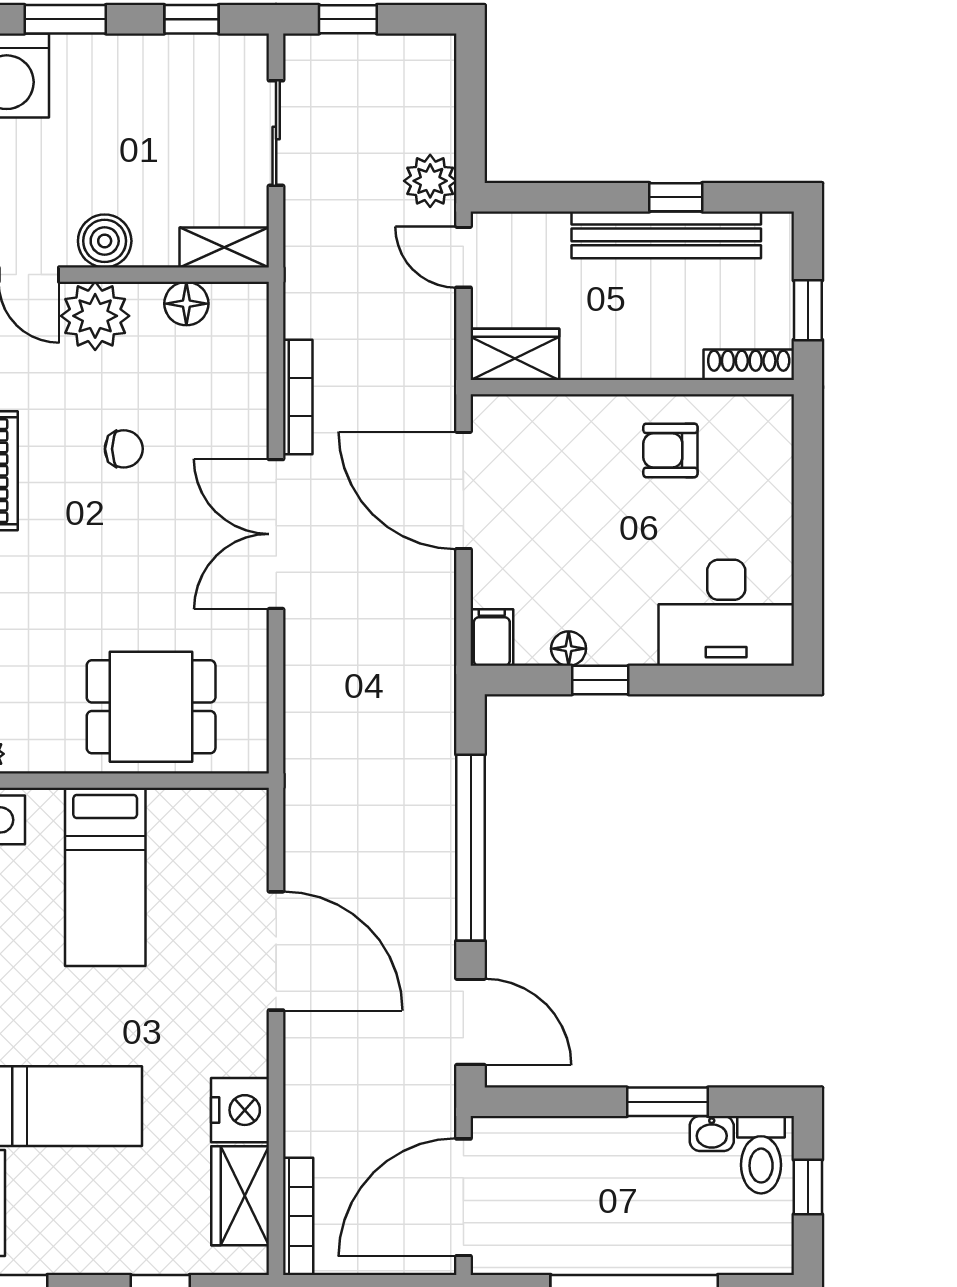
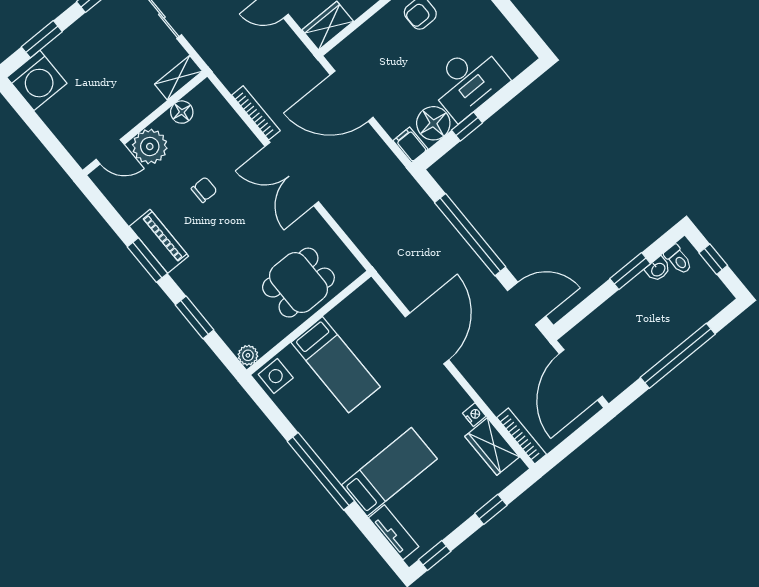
boiler: (105, 241) -> (129, 114), removed
desk: (726, 613) -> (468, 81), moved
floor lamp: (569, 649) -> (433, 123), width x1.89, depth x1.89
door: (276, 951) -> (427, 338), hinge flipped
nightstand: (240, 1110) -> (474, 415), width x0.53, depth x0.56
toilet: (761, 1155) -> (678, 259), width x0.73, depth x0.72

